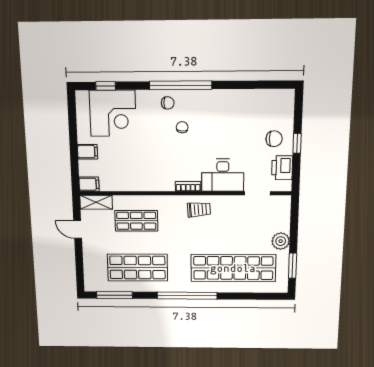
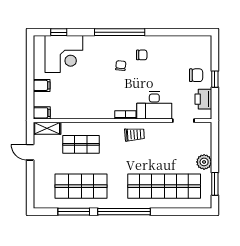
chair: (168, 103) -> (142, 55), moved
window: (114, 295) -> (74, 212), moved

